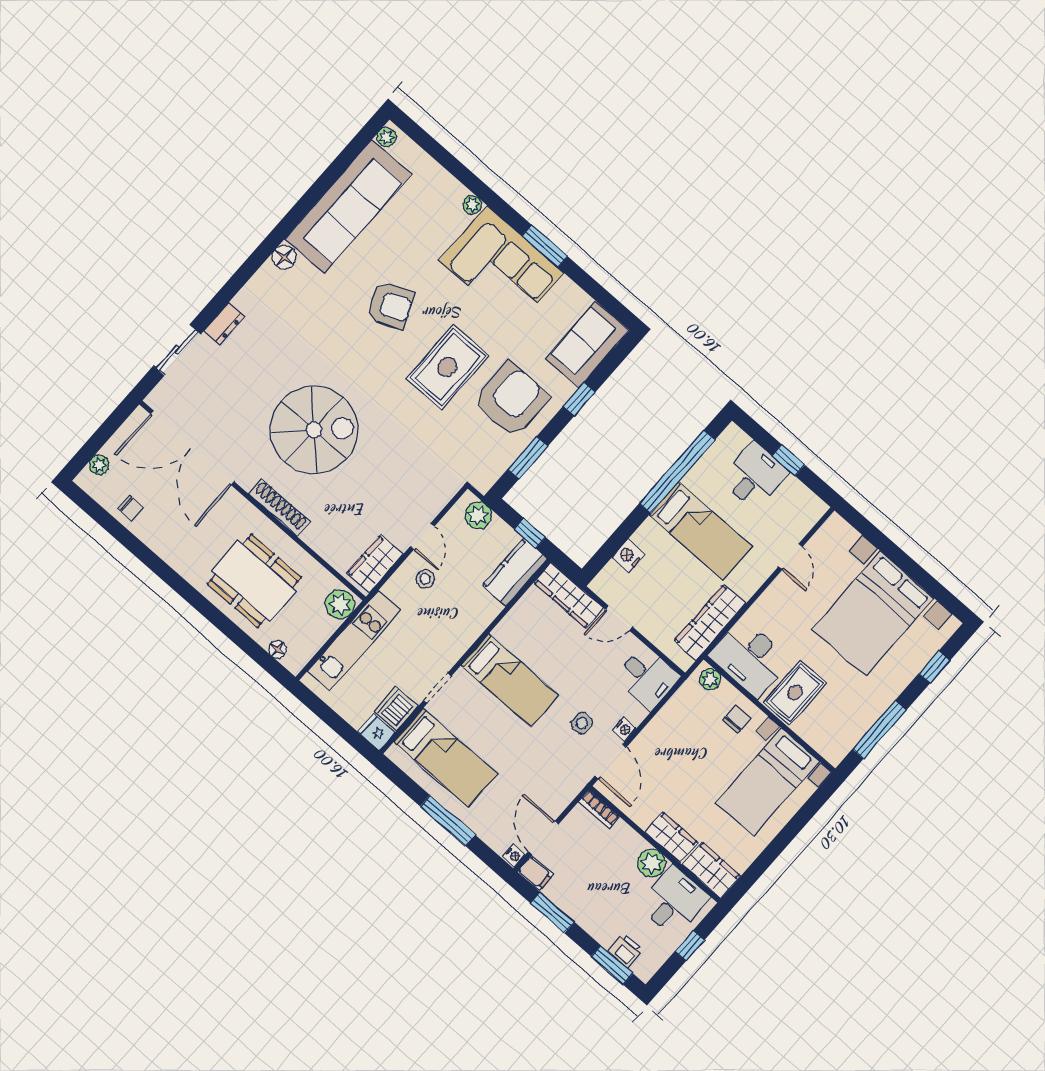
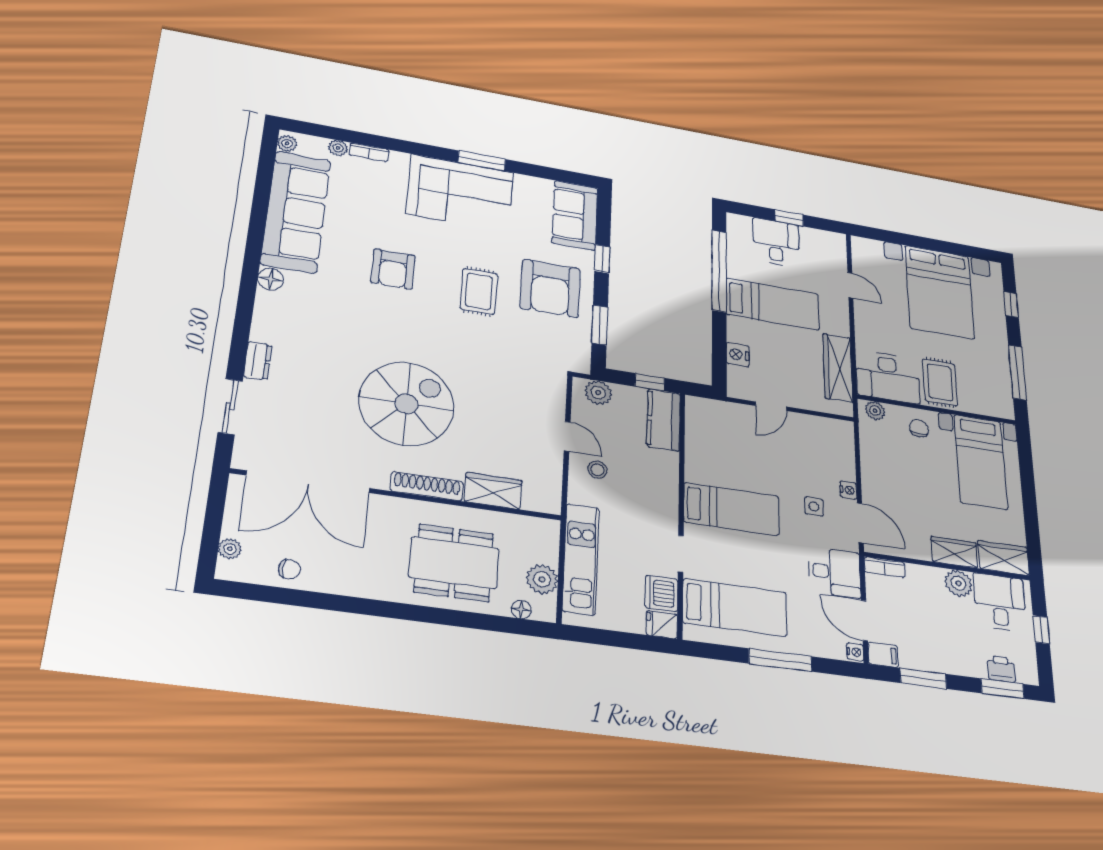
bookcase: (451, 184) -> (369, 152), added
plant: (472, 205) -> (338, 148), moved
armchair: (390, 305) -> (393, 269), turned 114
rug: (447, 367) -> (479, 291), width x0.73, depth x0.70
armchair: (511, 400) -> (550, 288), turned 180
wardrobe: (375, 564) -> (493, 491), moved, turned 90
wardrobe: (569, 595) -> (720, 412), removed
plant: (340, 604) -> (542, 579), moved
desk: (647, 678) -> (835, 572), moved

